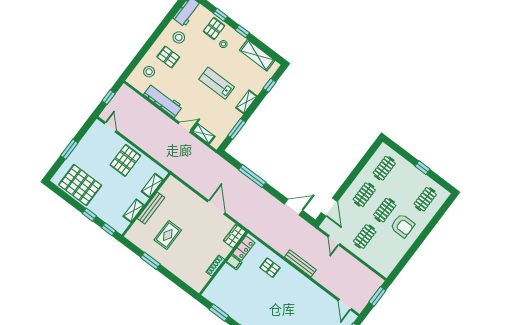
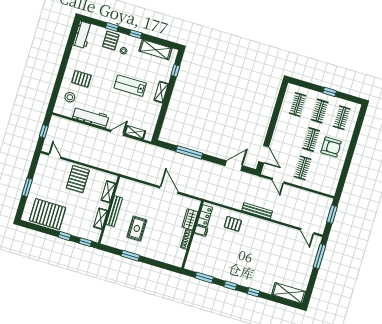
stool: (179, 37) -> (84, 59), removed
window: (237, 129) -> (161, 118), removed
clothes rail: (364, 195) -> (320, 111), moved
wardrobe: (235, 236) -> (190, 219), moved

